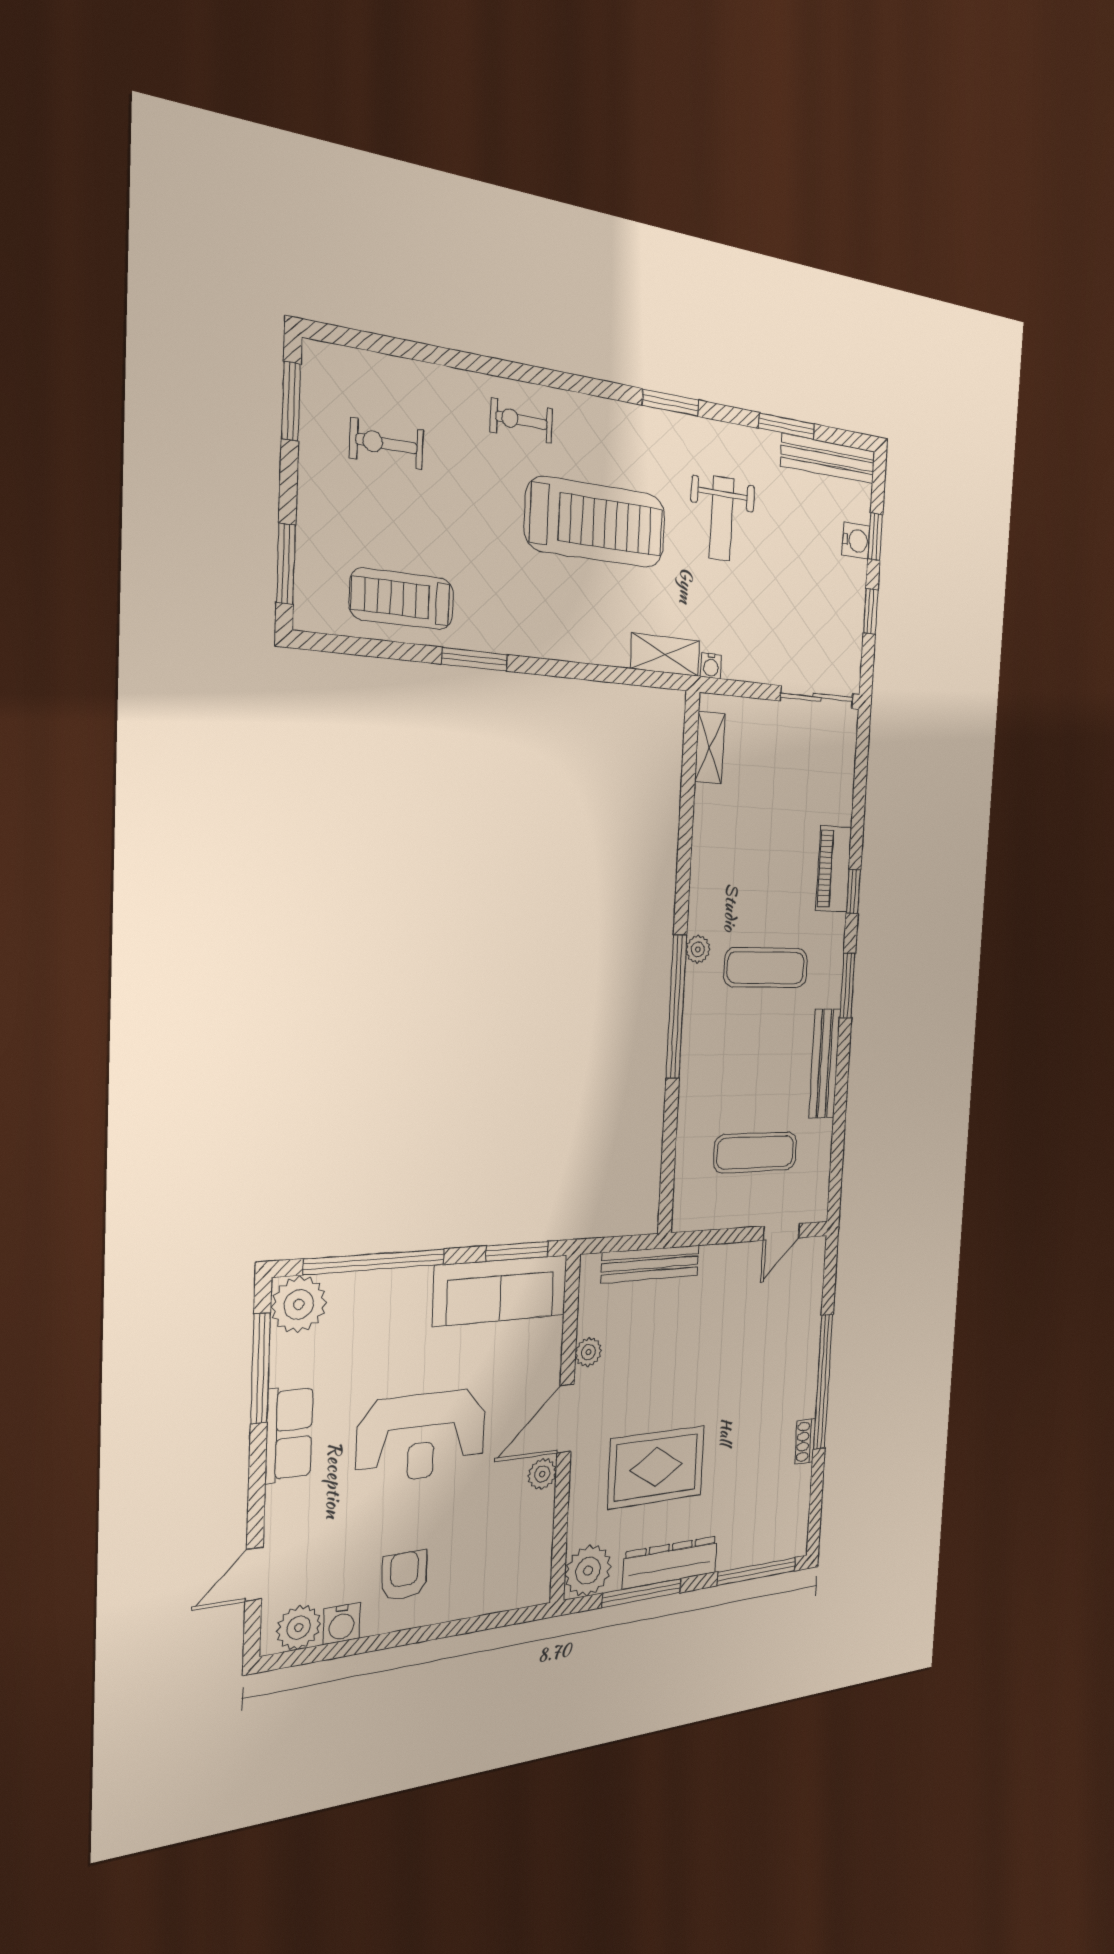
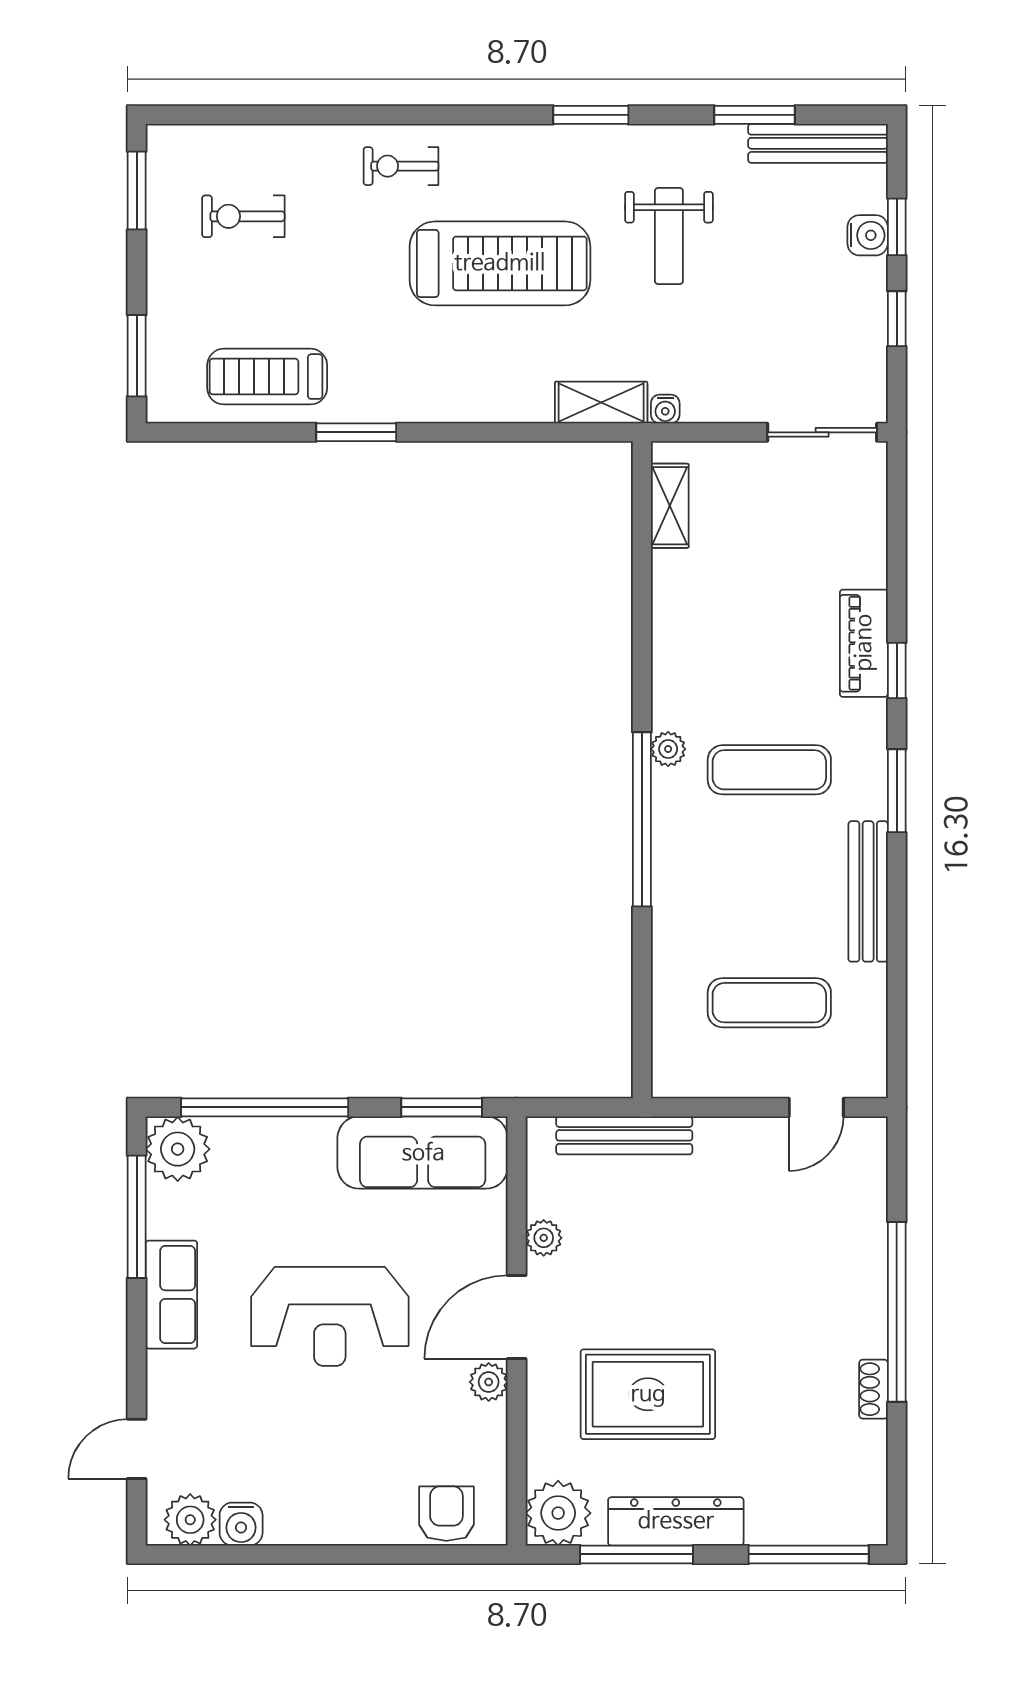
armchair: (404, 1575) -> (446, 1514), moved

